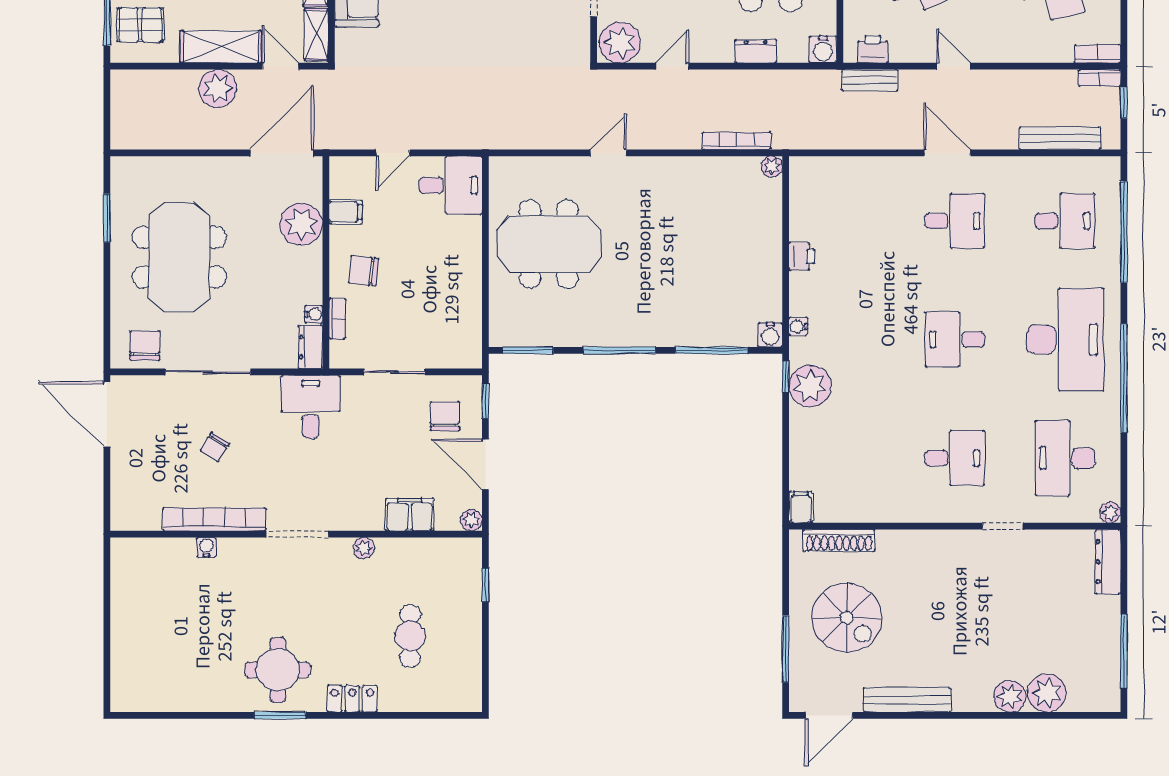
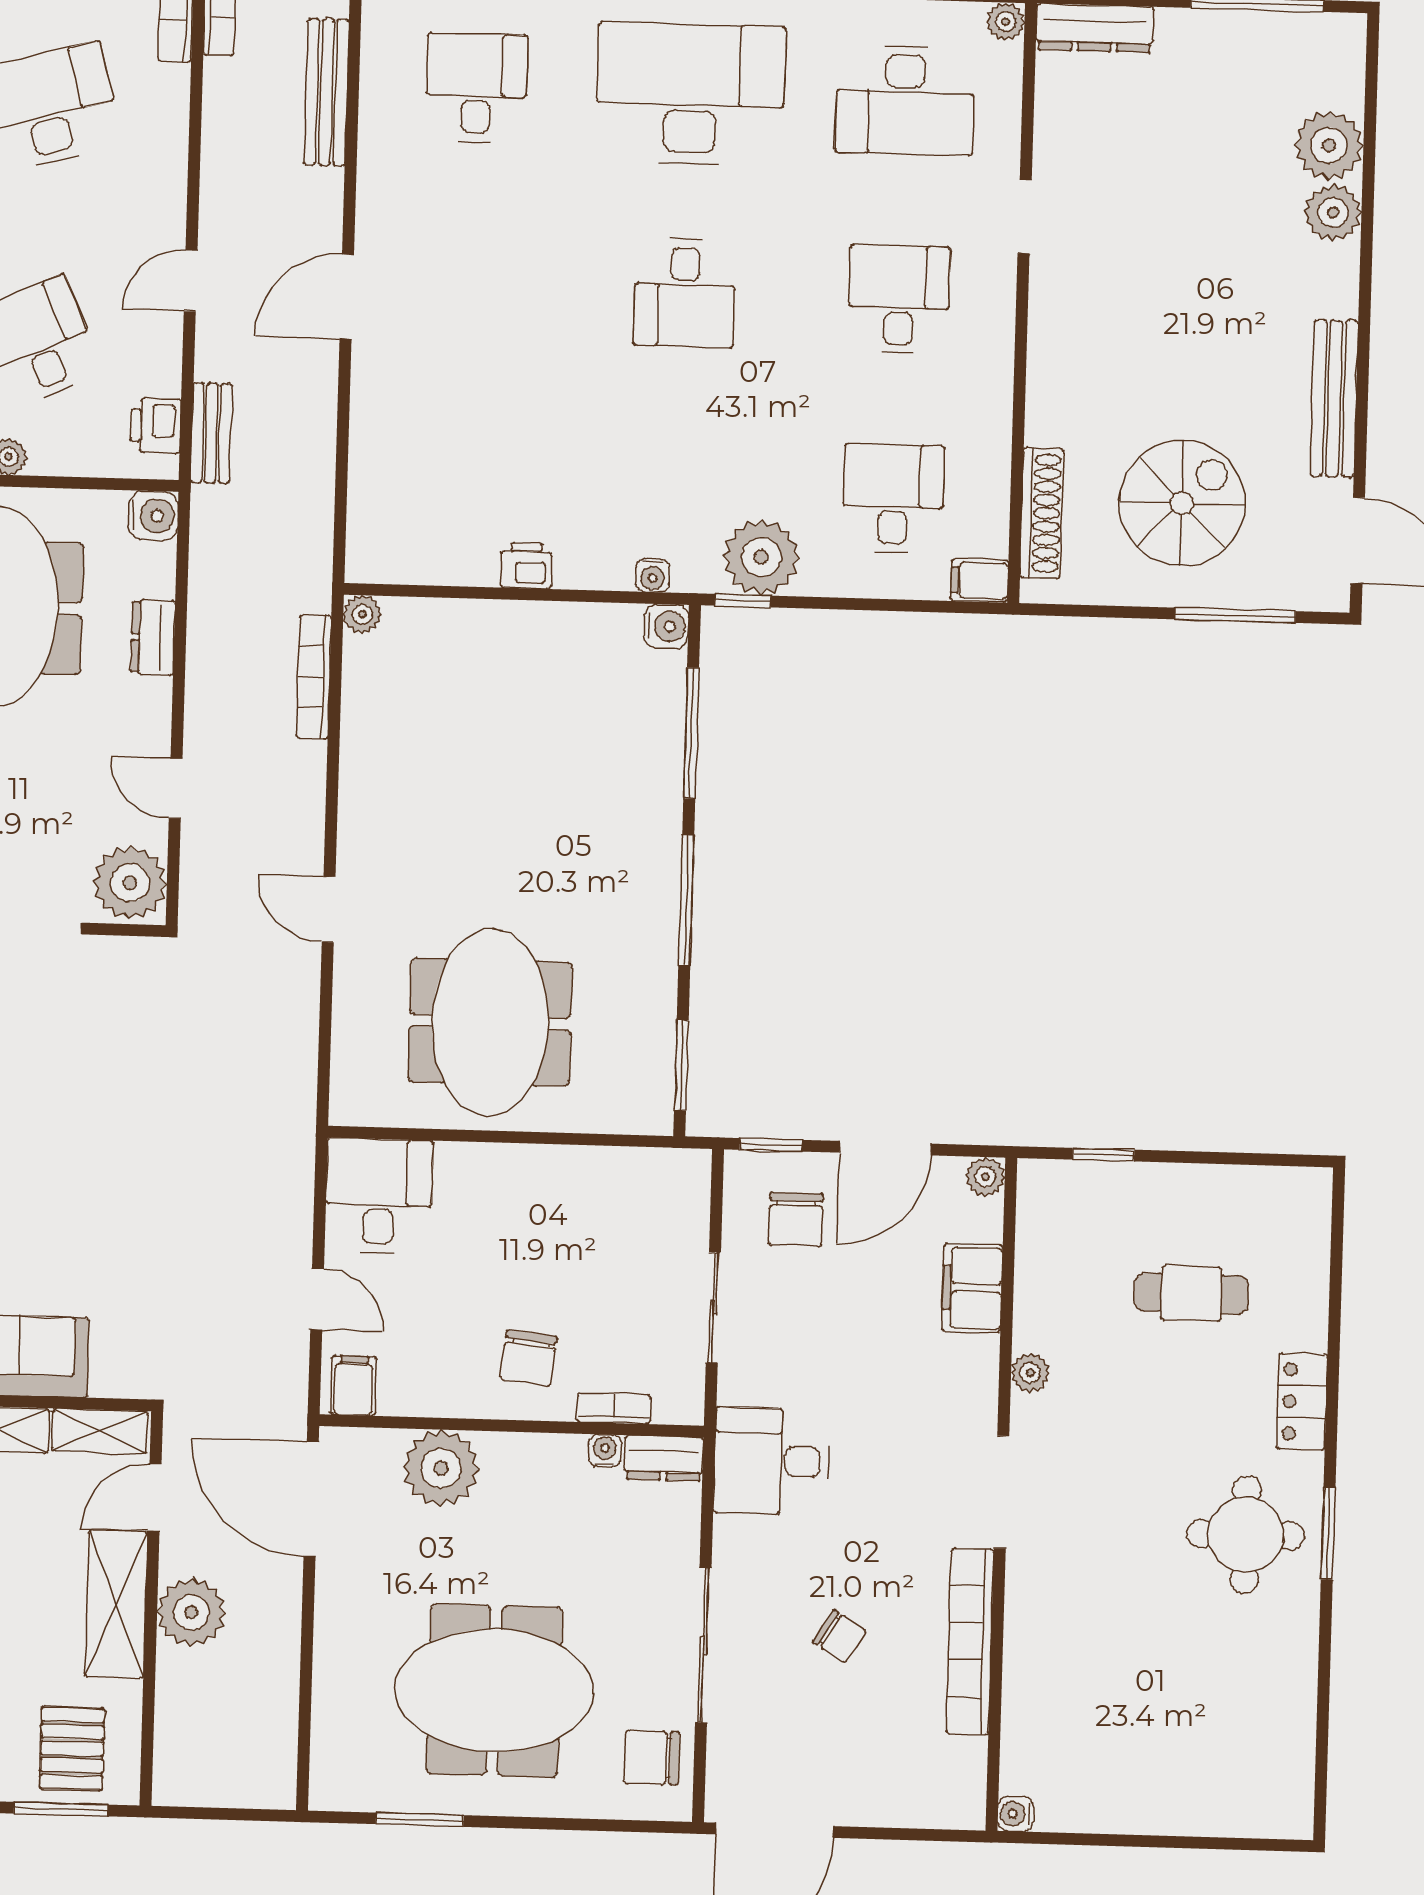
filing cabinet: (346, 212) -> (354, 1386), moved
desk: (955, 221) -> (893, 498), moved
chair: (445, 416) -> (796, 1219), turned -90
water cooler: (206, 547) -> (1015, 1814), moved

